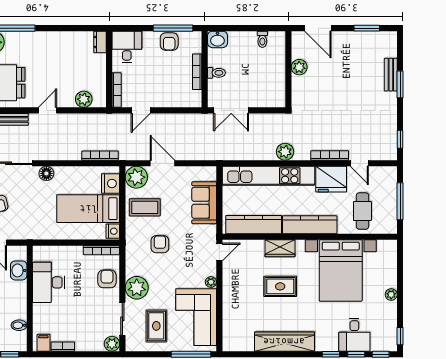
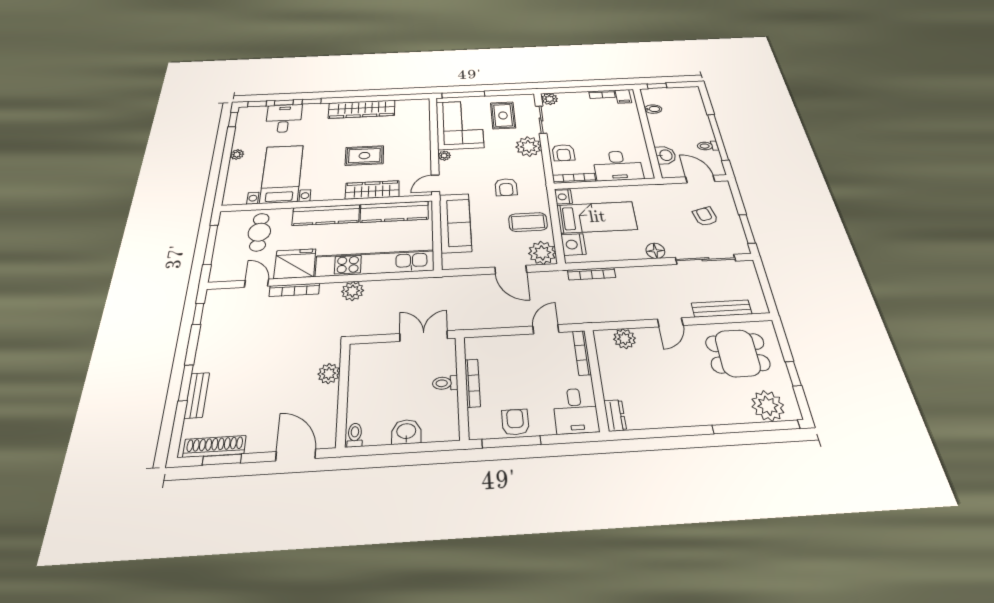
shoe rack: (373, 37) -> (214, 446), added
washbasin: (217, 39) -> (406, 432), moved
toilet: (262, 39) -> (355, 435), moved
plant: (299, 67) -> (329, 374), moved
sofa: (204, 203) -> (455, 223), width x1.36
wardrobe: (280, 248) -> (372, 190), width x1.50
bed with nightstands: (341, 270) -> (282, 174), width x0.73
desk: (49, 282) -> (618, 166), moved, turned 90

